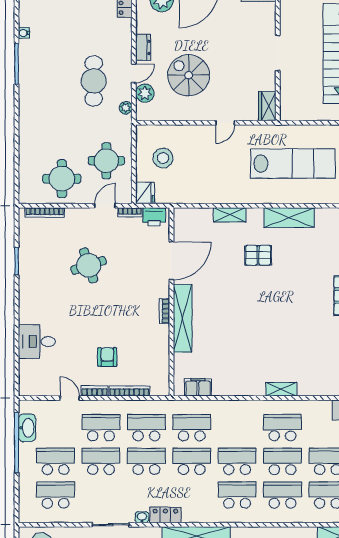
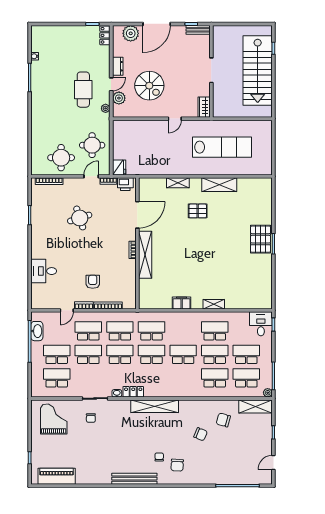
spiral stairs: (189, 75) -> (149, 86), turned 180
stool: (163, 158) -> (131, 143), removed
filing cabinet: (198, 387) -> (182, 303), moved
door: (70, 398) -> (67, 310), swing flipped
school desk: (237, 495) -> (183, 378), removed

